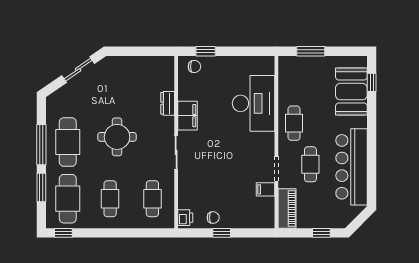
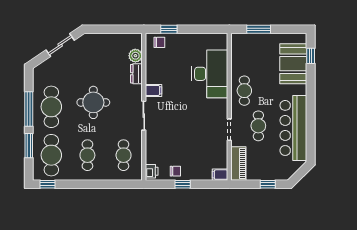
plant: (166, 82) -> (135, 56), added
filing cabinet: (188, 116) -> (154, 90), width x0.50
filing cabinet: (265, 189) -> (220, 175), moved

